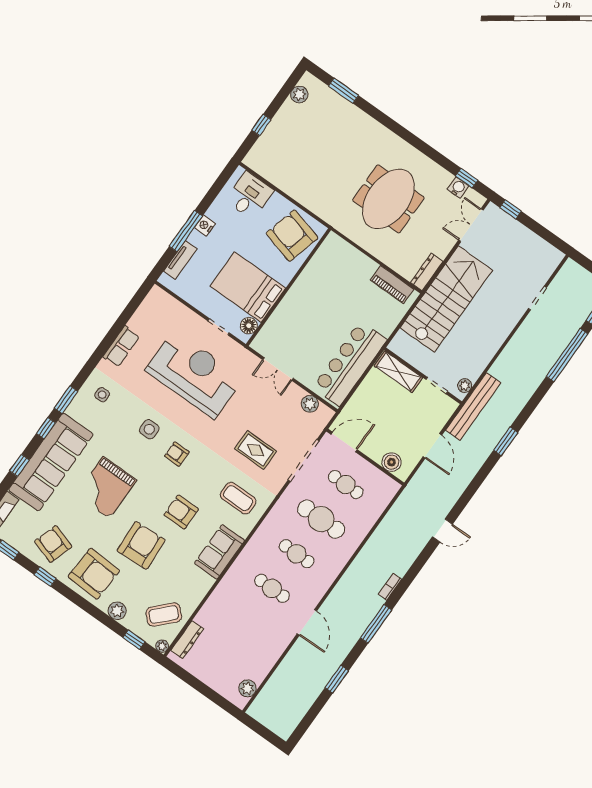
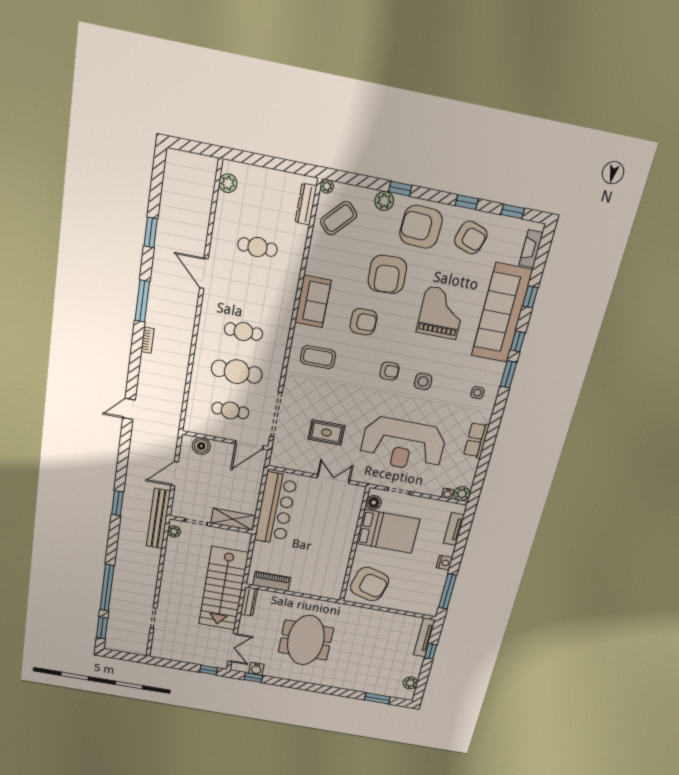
tv unit: (261, 145) -> (424, 637), added
desk: (249, 195) -> (418, 599), removed
window: (186, 231) -> (447, 591), moved
water cooler: (171, 302) -> (448, 493), added
plant: (310, 404) -> (462, 494), moved
door: (432, 446) -> (175, 474), hinge flipped
rug: (256, 450) -> (326, 432), moved
cafe table: (272, 588) -> (257, 247), moved
window: (134, 640) -> (400, 189), moved

